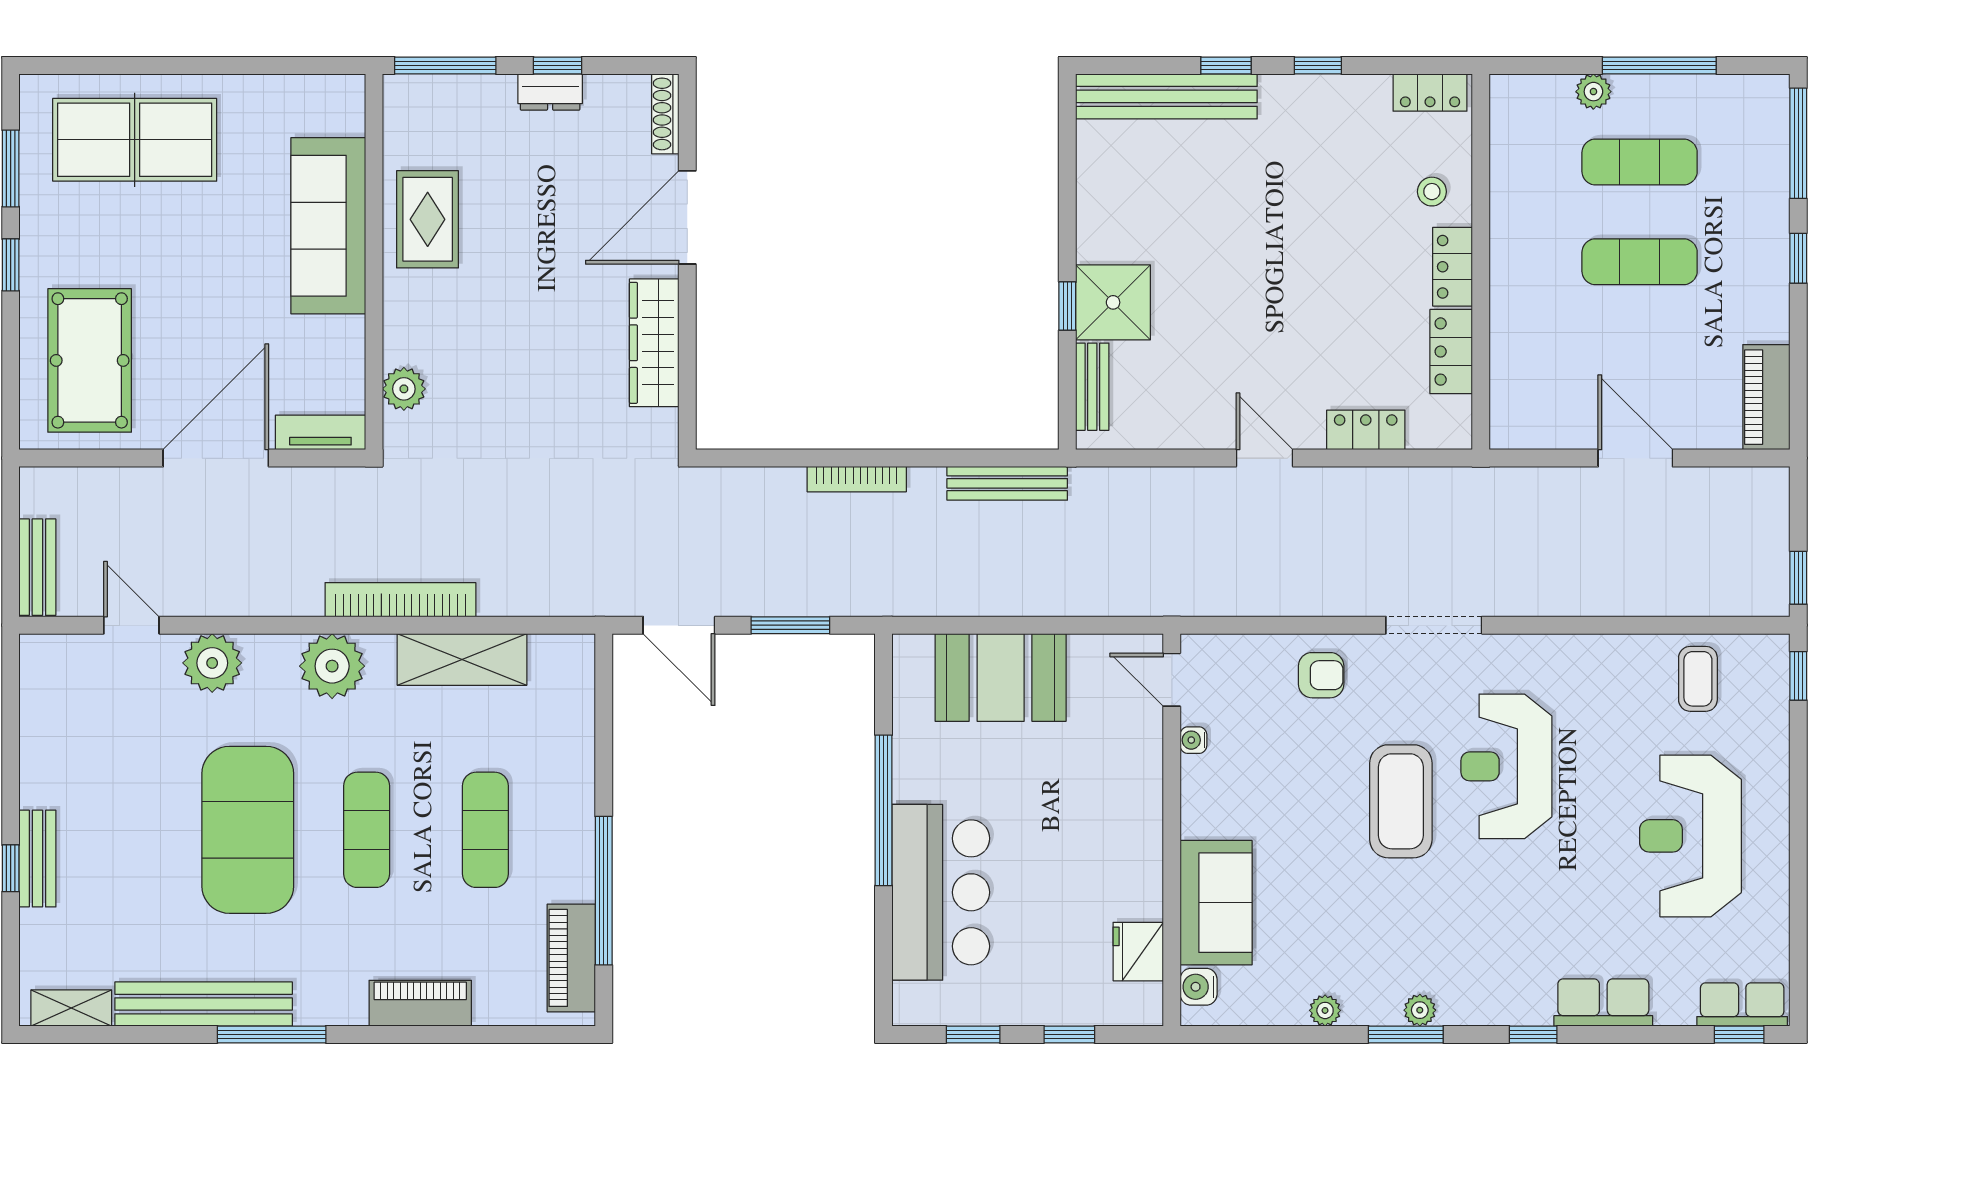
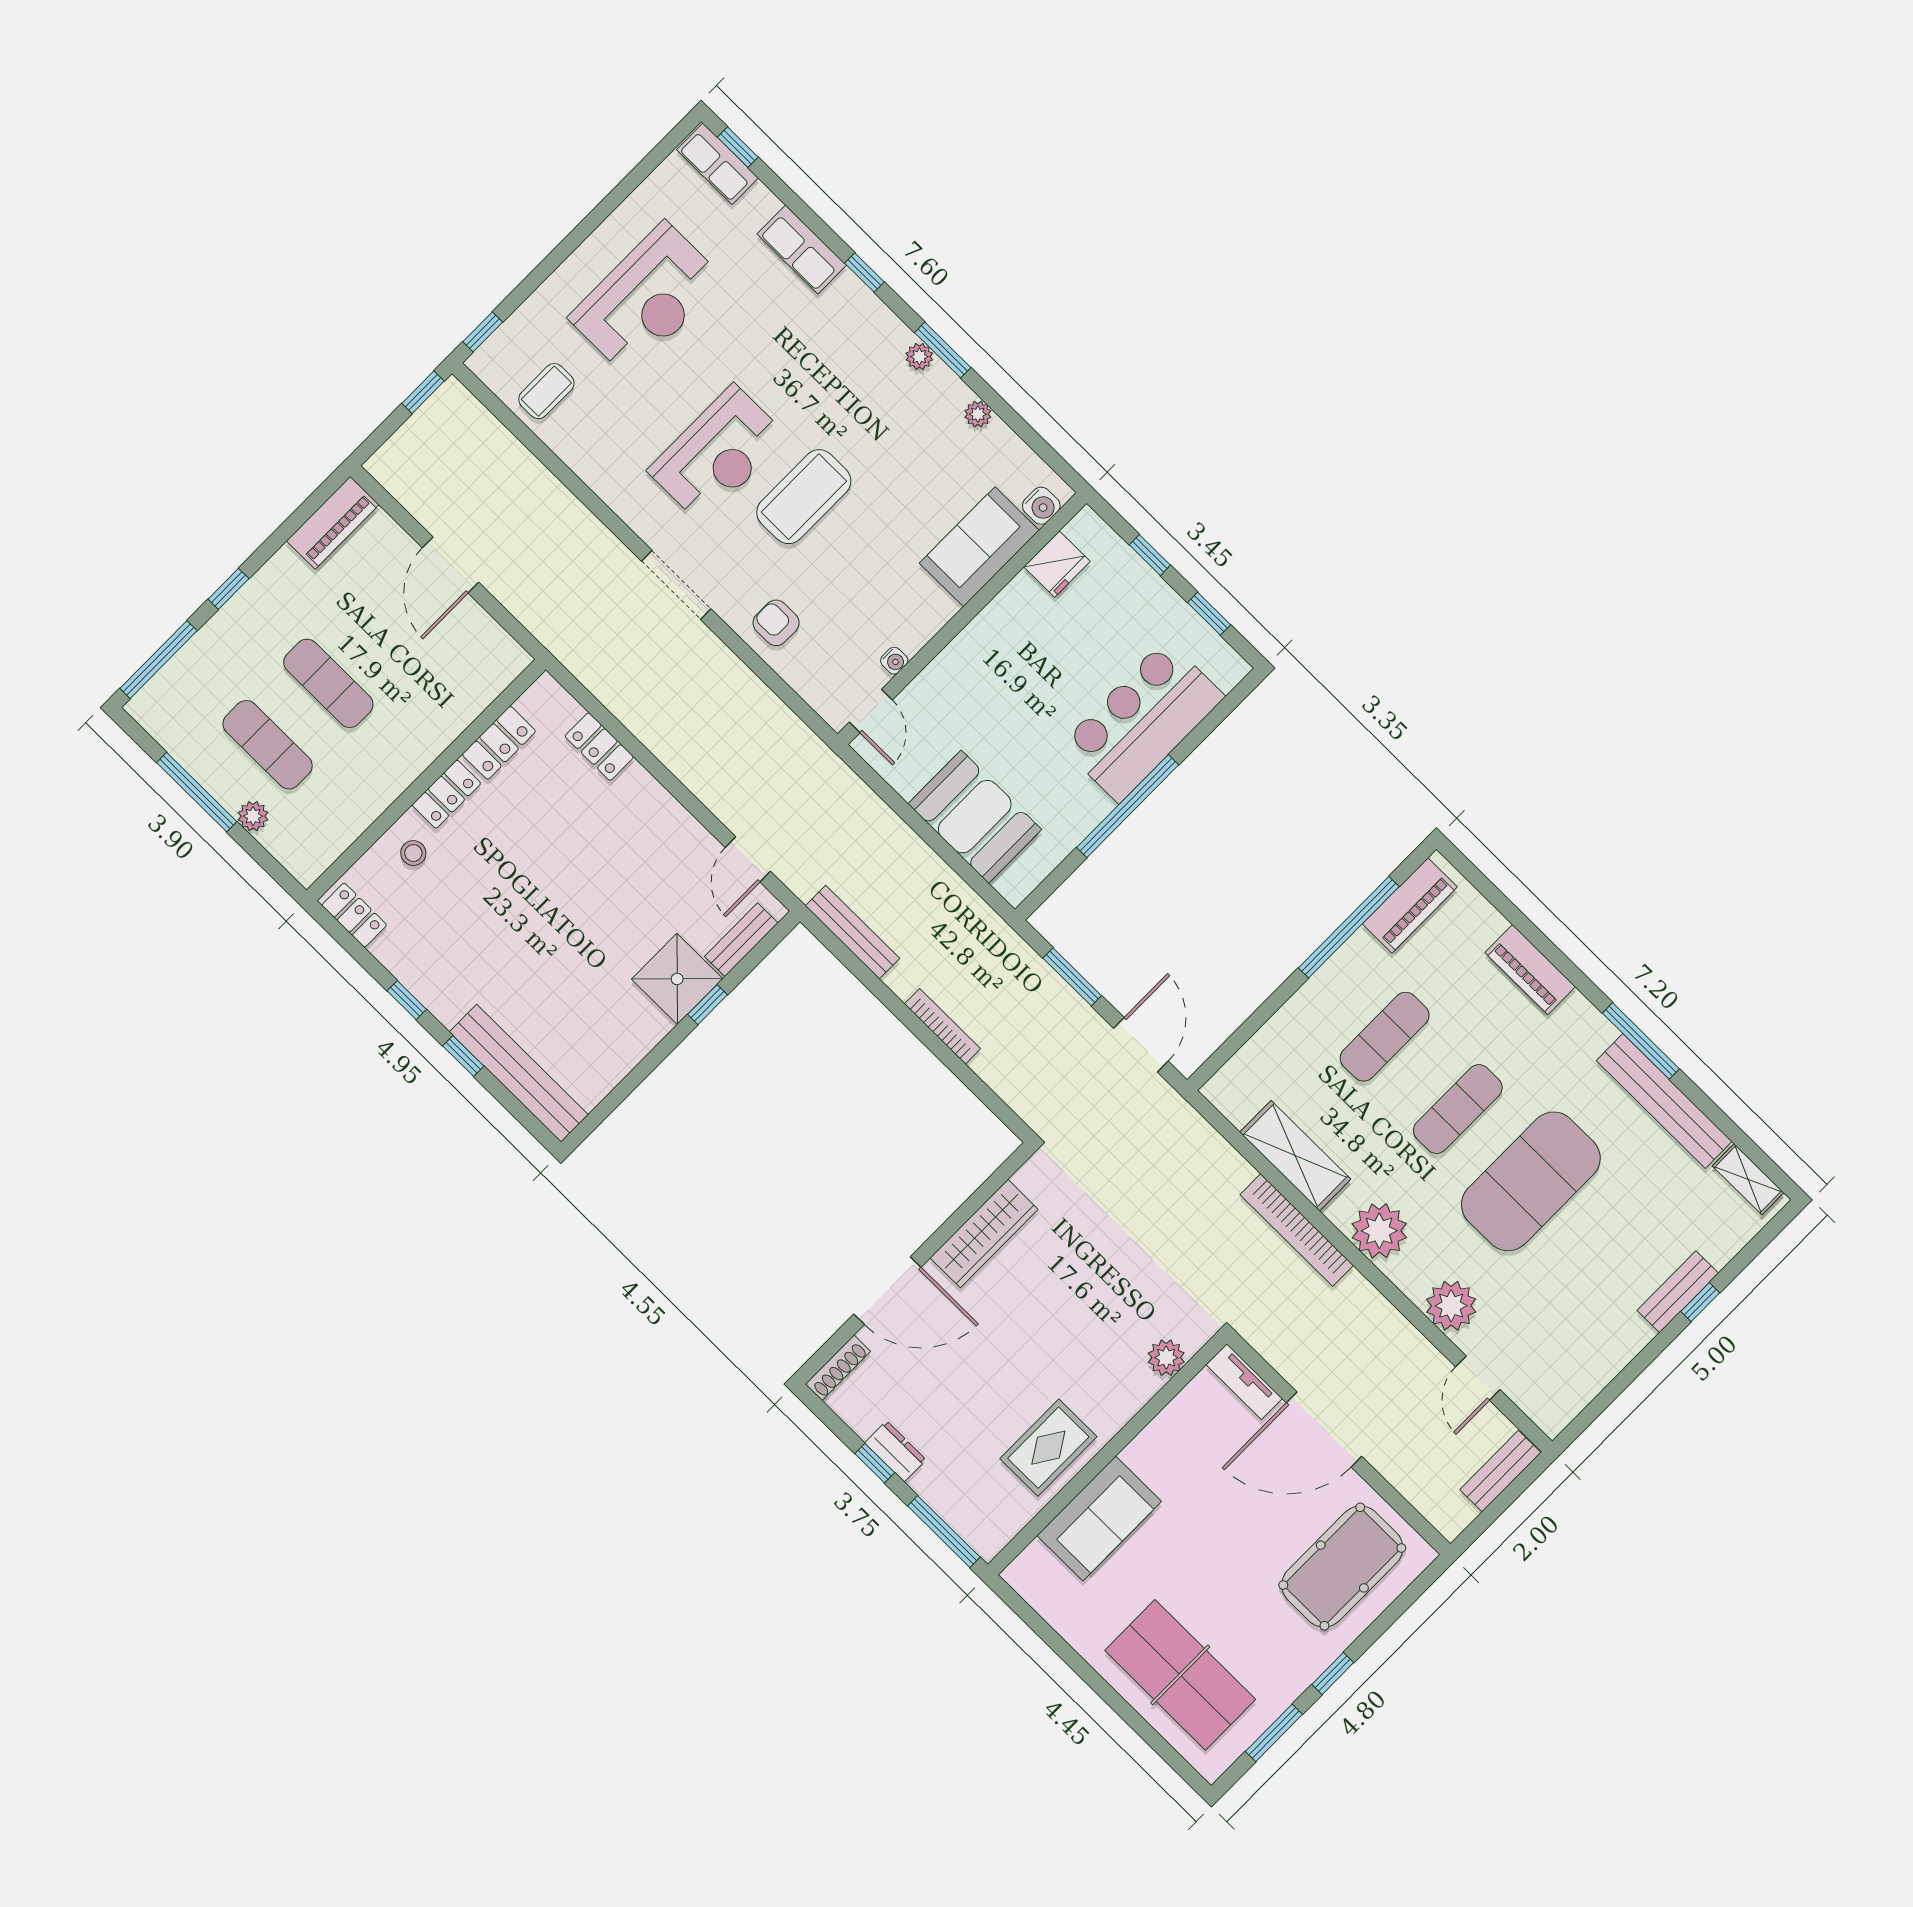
sofa: (328, 226) -> (1099, 1518), width x0.73
door: (1264, 458) -> (748, 859), moved

